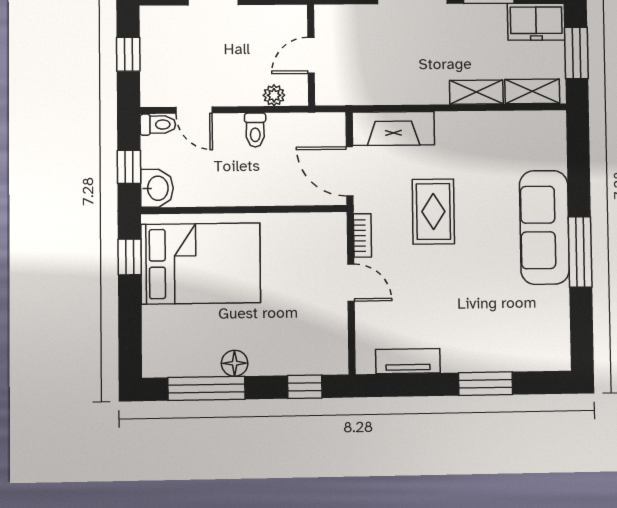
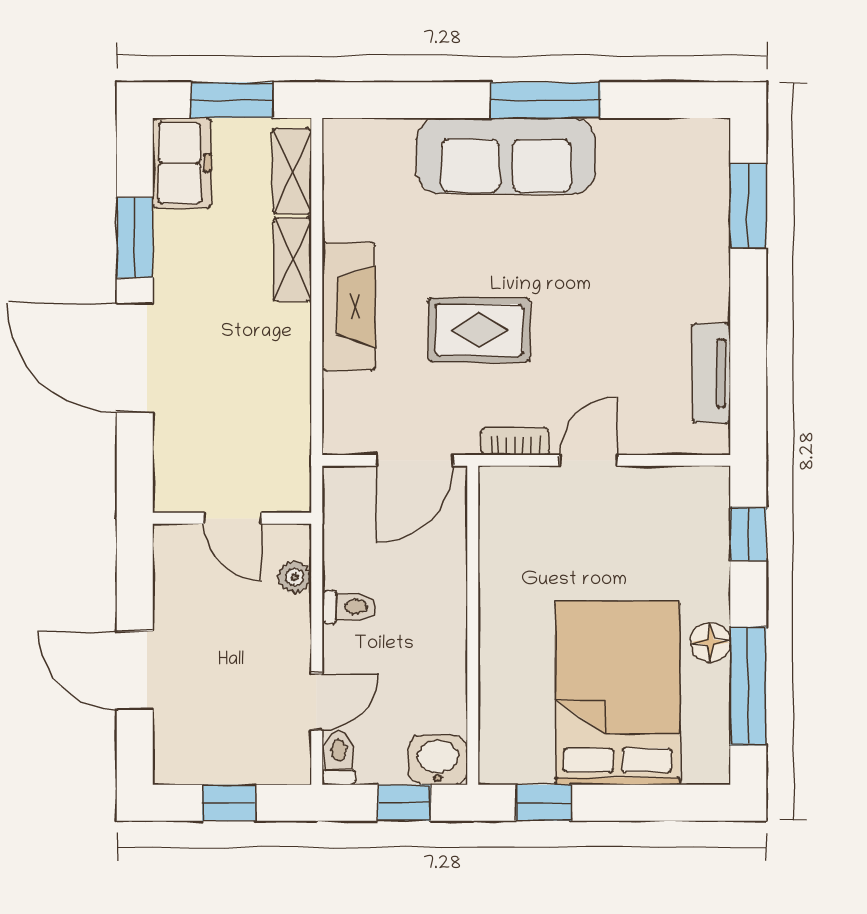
fireplace: (393, 129) -> (348, 306), moved
bed: (201, 264) -> (618, 693), moved
window: (486, 384) -> (748, 206), moved

